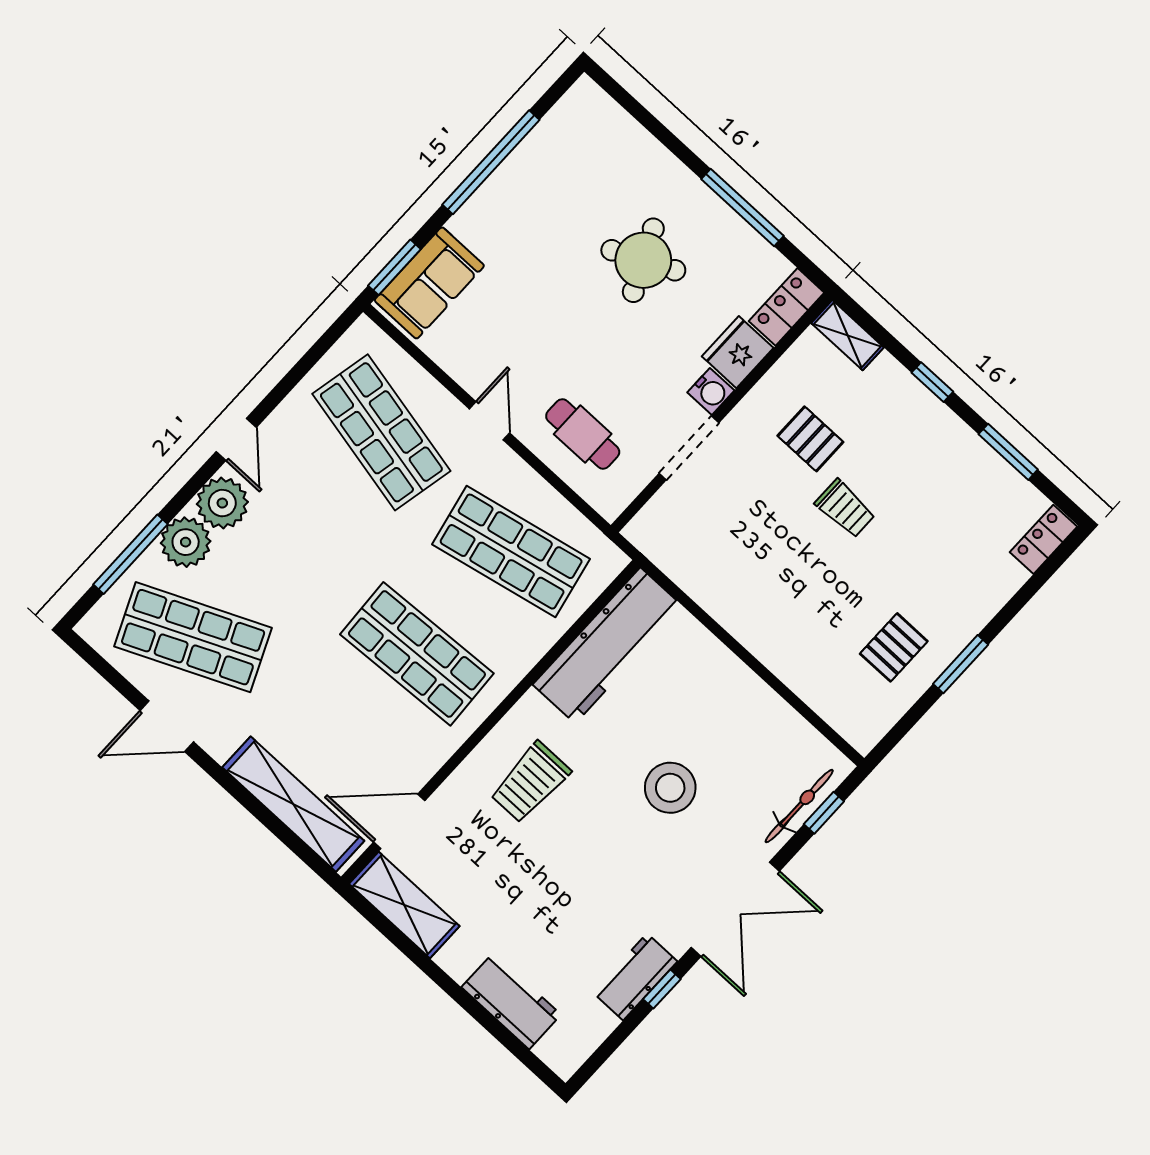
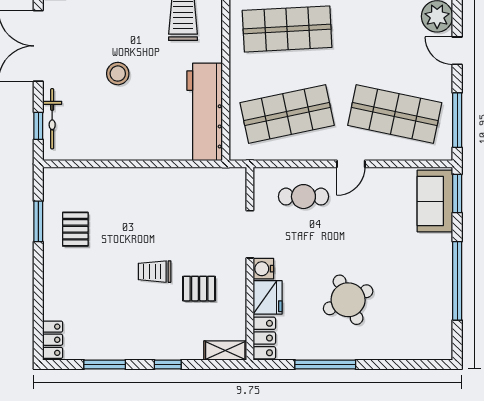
window: (313, 356) -> (457, 120), added
door: (489, 421) -> (351, 164), hinge flipped
window: (961, 664) -> (38, 221), moved
stool: (670, 788) -> (118, 74), width x0.73, depth x0.73

